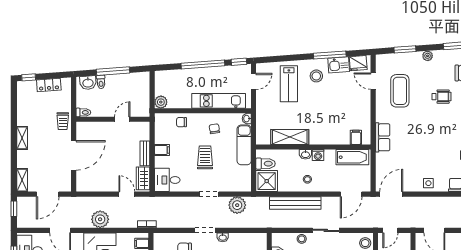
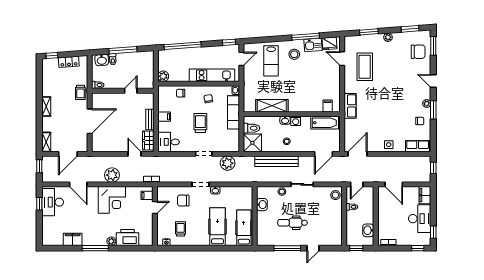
window: (203, 64) -> (183, 46), moved
wheelchair: (442, 97) -> (400, 72), removed

